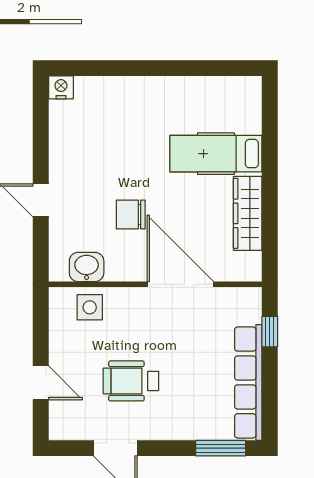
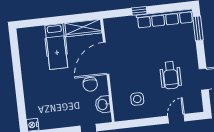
washbasin: (87, 267) -> (103, 104), moved
wall: (155, 284) -> (107, 70), moved
door: (180, 284) -> (106, 58), moved

